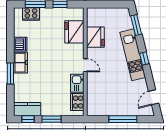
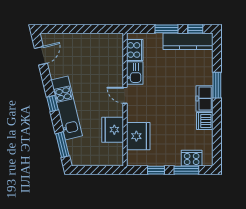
kitchen counter: (27, 109) -> (188, 41), width x1.50
window: (123, 119) -> (79, 29), removed

